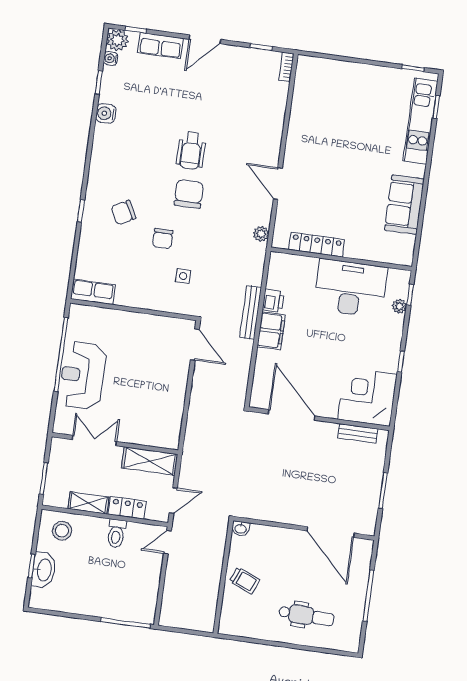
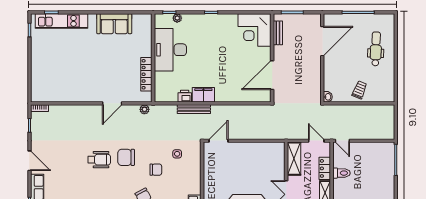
corner desk: (367, 397) -> (254, 30), moved
door: (292, 415) -> (272, 75), moved
wall: (319, 419) -> (272, 58), moved
bench: (358, 433) -> (278, 33), moved

